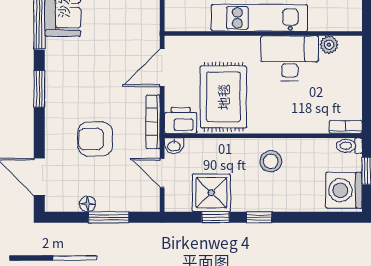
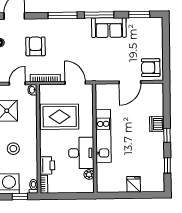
window: (39, 89) -> (63, 15), width x1.44
printer: (181, 120) -> (47, 165), moved
stool: (271, 161) -> (13, 149), moved

